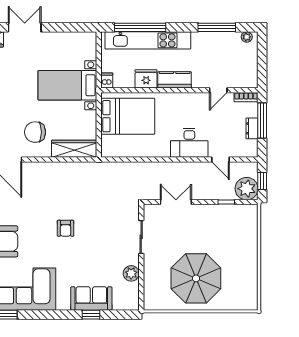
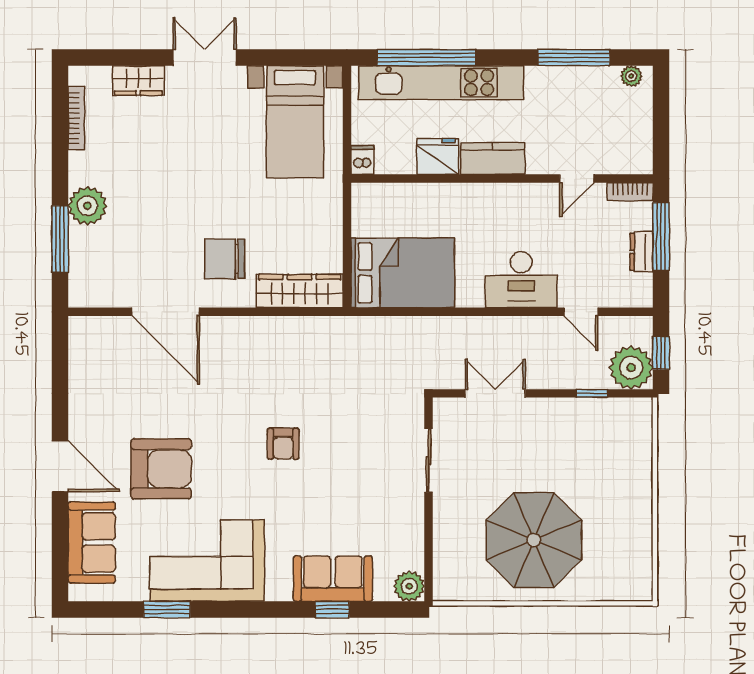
bed with nightstands: (67, 85) -> (295, 122), moved, turned -90
bed: (128, 116) -> (403, 273), moved
plant: (131, 273) -> (409, 586), moved

